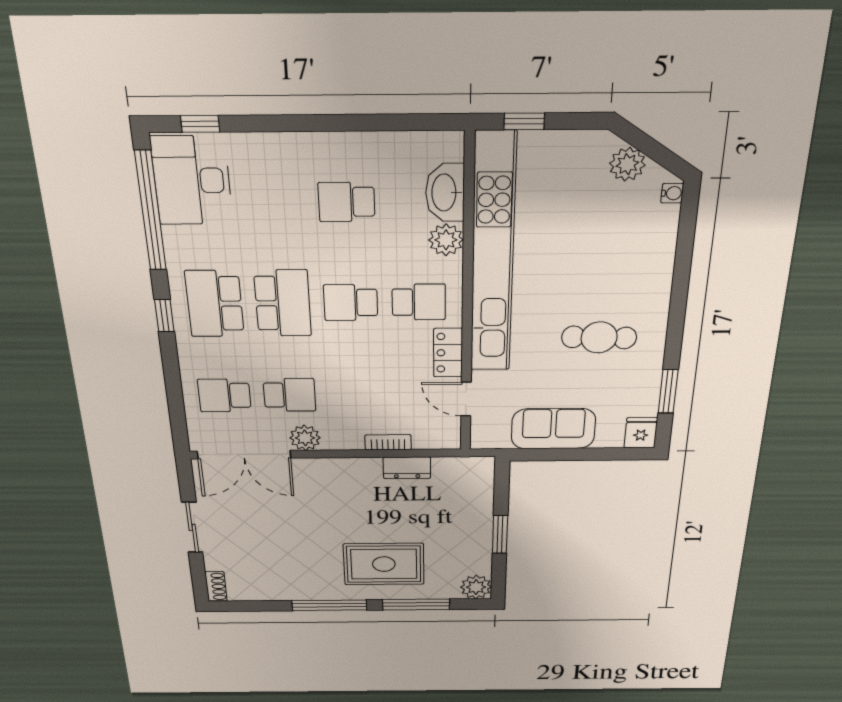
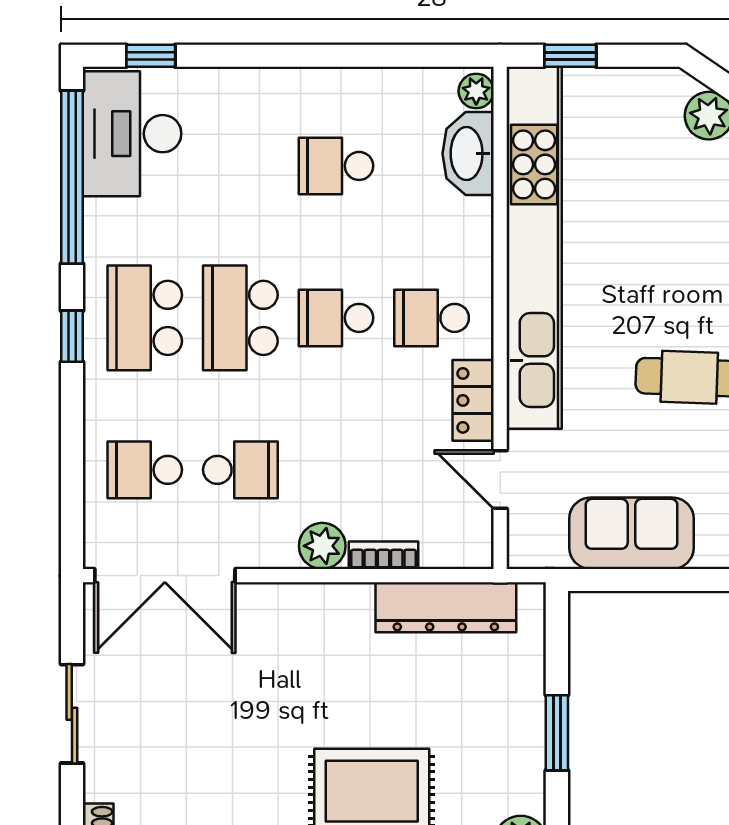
plant: (446, 240) -> (476, 91), moved, width x0.73, depth x0.73
school desk: (419, 302) -> (432, 318), turned 180
school desk: (283, 303) -> (240, 318), turned 180
plant: (305, 438) -> (322, 546), moved
dresser: (407, 468) -> (446, 607), width x1.96, depth x1.24

